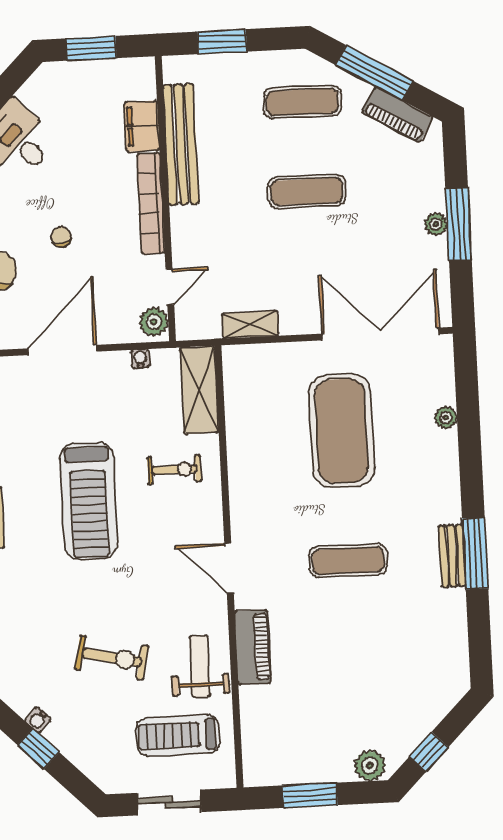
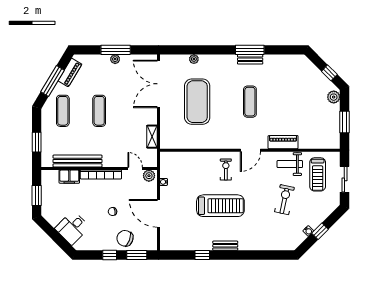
shelving: (199, 390) -> (178, 159), removed
exercise mat: (342, 431) -> (197, 102), turned 90
exercise bike: (174, 470) -> (226, 169), moved

